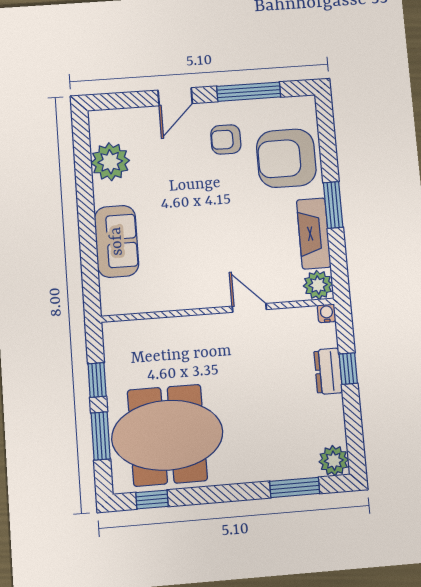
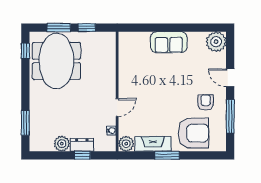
armchair: (286, 158) -> (193, 133), turned 90
plant: (110, 162) -> (216, 42), moved
sofa: (117, 241) -> (169, 42), moved
water cooler: (327, 313) -> (111, 130), moved
plant: (334, 461) -> (62, 144), moved

